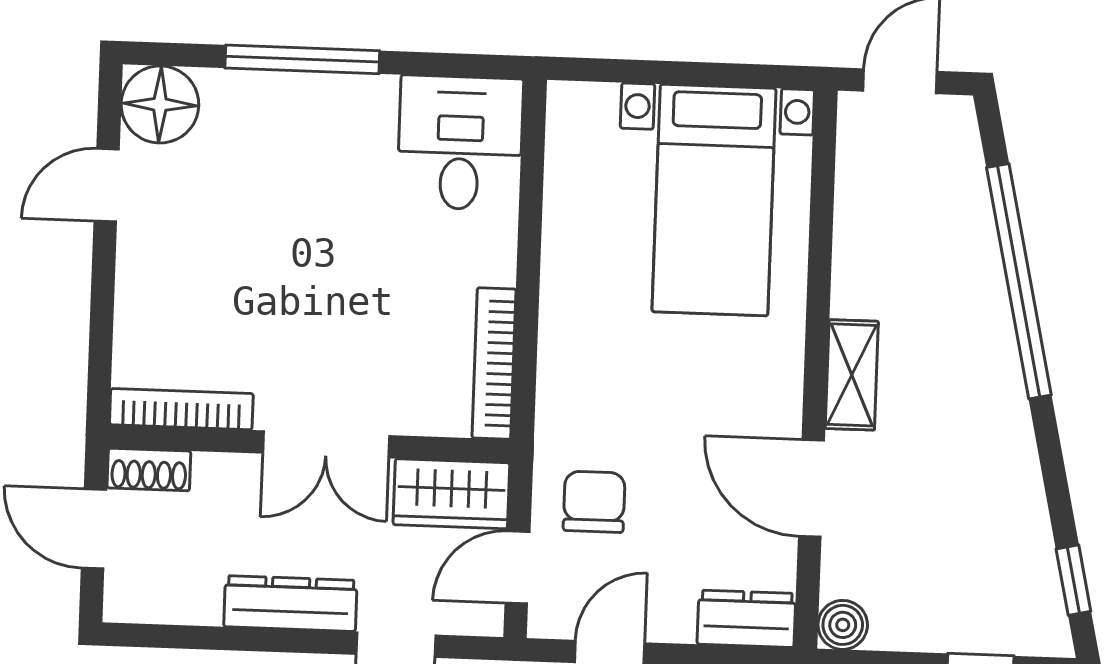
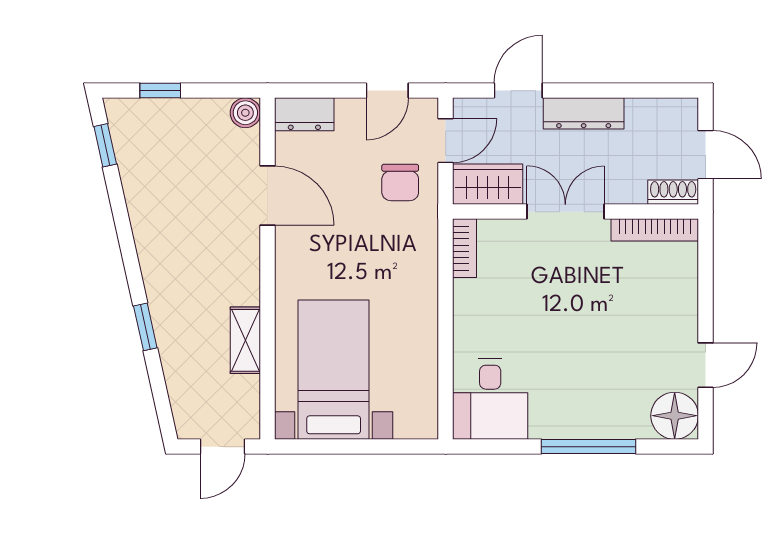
window: (1019, 281) -> (145, 327), width x0.32
bookcase: (494, 363) -> (464, 248), width x0.64
shelving: (852, 375) -> (245, 340), moved

